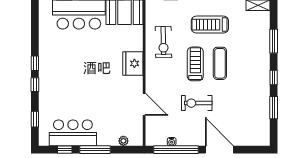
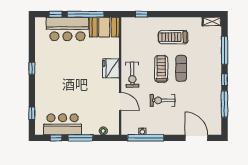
window: (274, 41) -> (224, 50), width x1.44
exercise bike: (163, 42) -> (132, 75), moved
window: (35, 85) -> (32, 85), removed
window: (274, 108) -> (224, 104), width x1.44
door: (219, 150) -> (196, 138), moved

